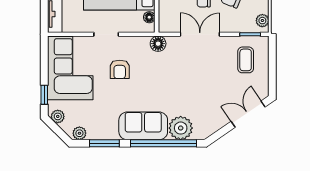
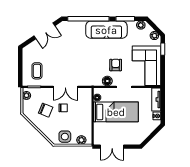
floor lamp: (158, 44) -> (107, 81), moved
double door: (248, 114) -> (44, 31), moved
sofa: (143, 126) -> (106, 30), width x1.36
plant: (181, 128) -> (78, 28), removed

